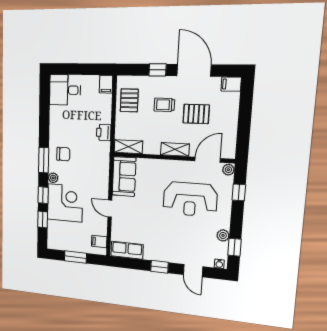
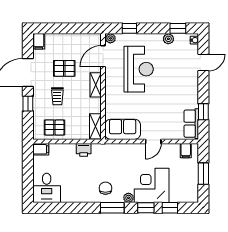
pallet: (196, 114) -> (64, 68), turned 90
door: (208, 160) -> (103, 56), hinge flipped
window: (159, 267) -> (203, 112), moved

